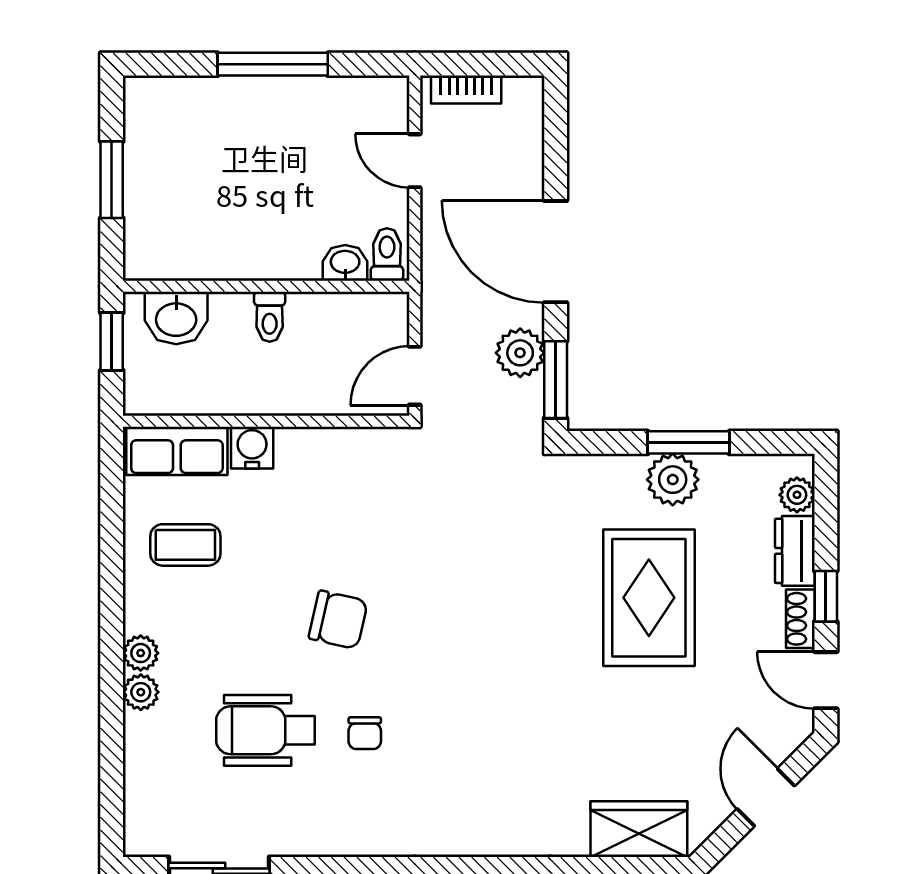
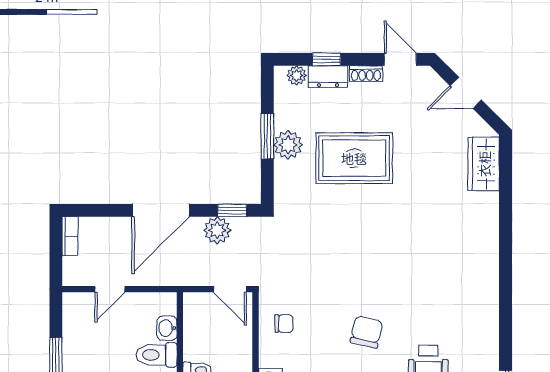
bookcase: (466, 89) -> (70, 236), moved
toilet: (387, 254) -> (157, 355), moved, width x1.37, depth x1.39
window: (556, 380) -> (232, 210), width x0.67
window: (826, 596) -> (326, 59), moved
door: (826, 680) -> (400, 59), swing flipped
chair: (365, 733) -> (284, 324), moved

